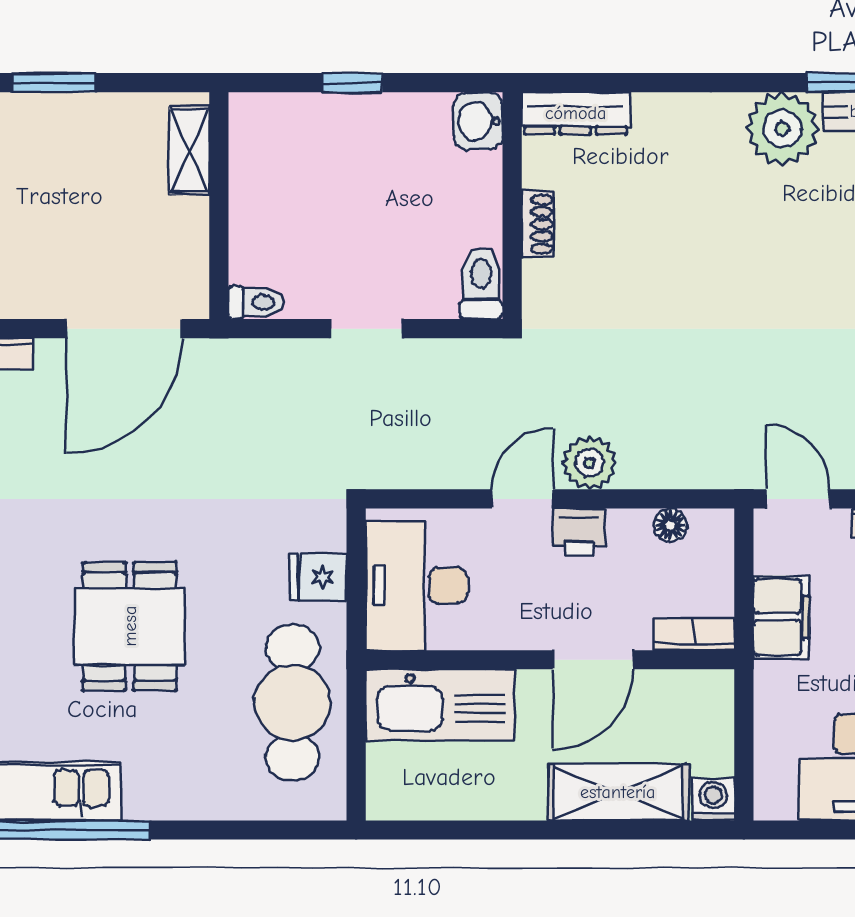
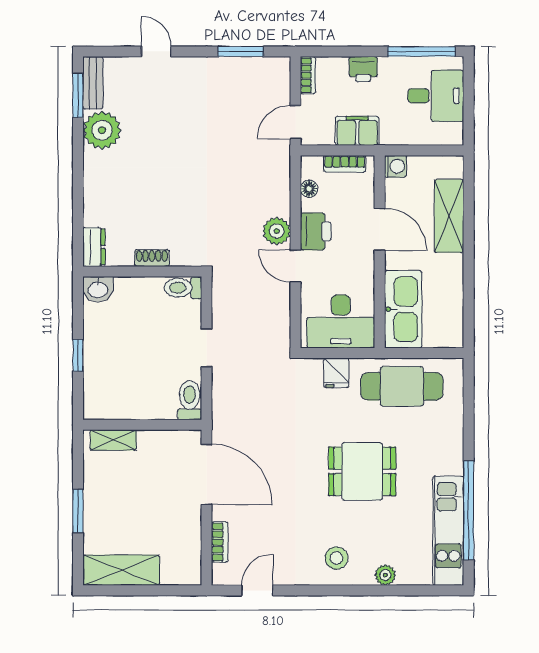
dresser: (576, 113) -> (94, 247), width x0.70
toilet: (256, 302) -> (190, 400), width x1.37, depth x1.39
printer: (579, 532) -> (316, 231), width x1.36, depth x1.24
bookcase: (694, 634) -> (345, 164), moved, turned -90
washing machine: (713, 799) -> (396, 166), moved, turned 180

